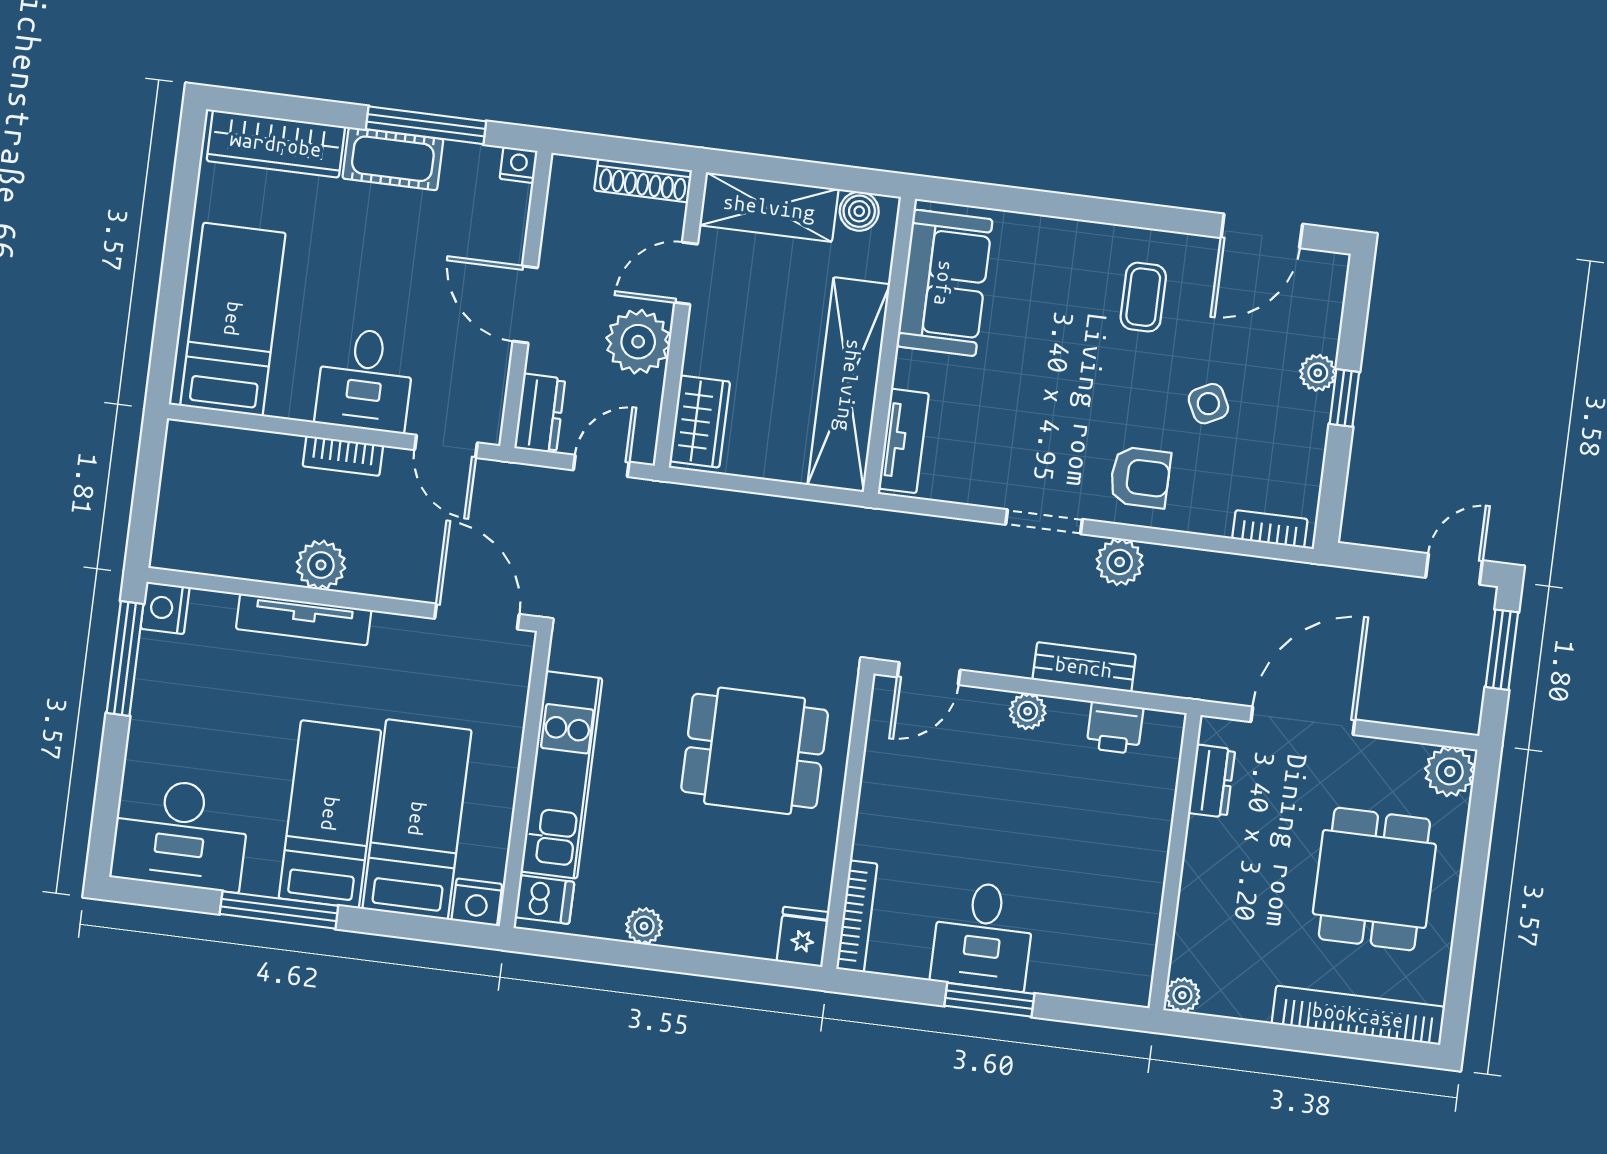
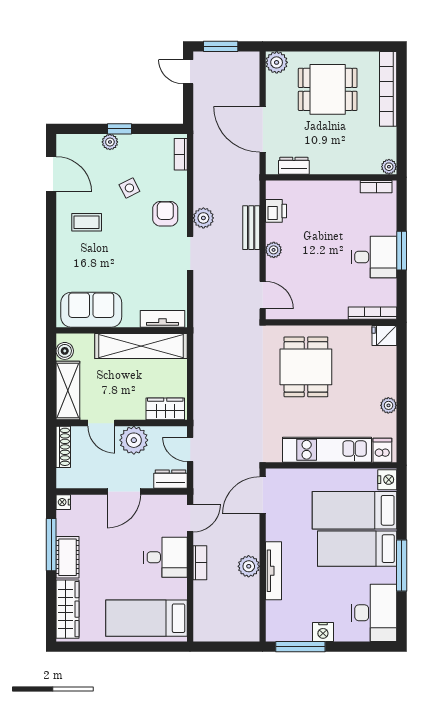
nightstand: (165, 608) -> (323, 632), moved
bookcase: (1141, 961) -> (376, 187), added

